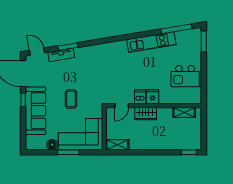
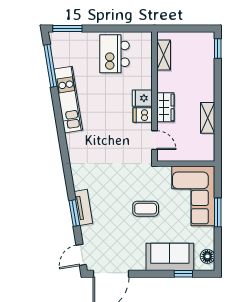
tv unit: (61, 55) -> (83, 207), moved
kitchen island: (185, 76) -> (114, 54), turned 180
window: (23, 100) -> (183, 274), moved
sofa: (36, 111) -> (170, 257), width x0.73
floor lamp: (52, 145) -> (207, 256), moved
shelving: (117, 145) -> (208, 118), moved

